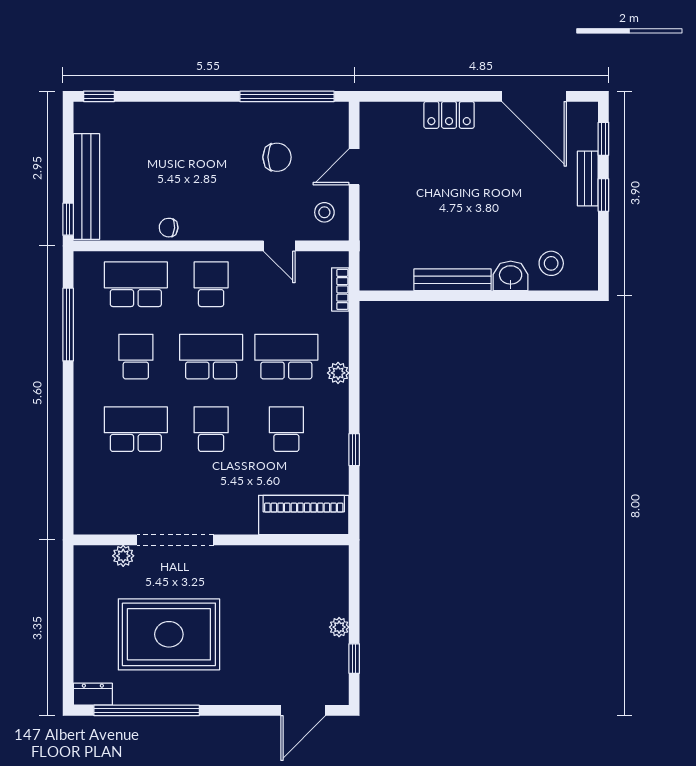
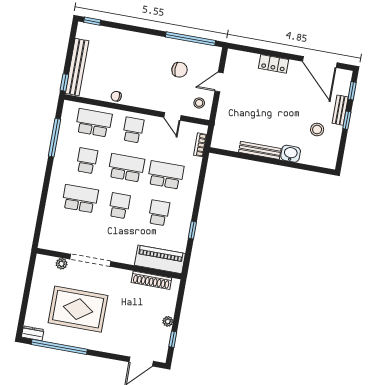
stool: (551, 263) -> (317, 130), moved
plant: (338, 373) -> (191, 188), removed
shoe rack: (295, 556) -> (151, 280), added

